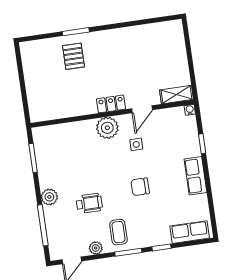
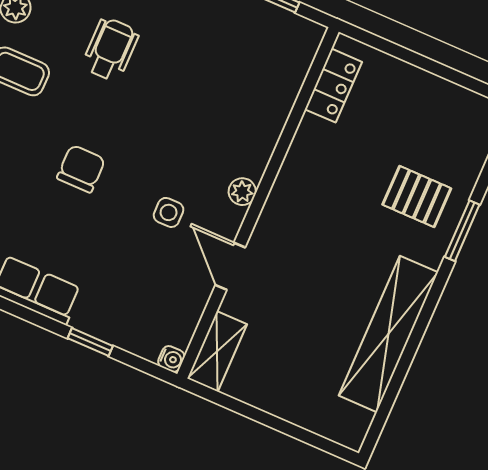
shelving: (131, 35) -> (388, 334), added
locker: (111, 104) -> (333, 86), moved
plant: (107, 128) -> (242, 192), width x0.53, depth x0.53
wheelchair: (89, 203) -> (111, 49), turned 180

